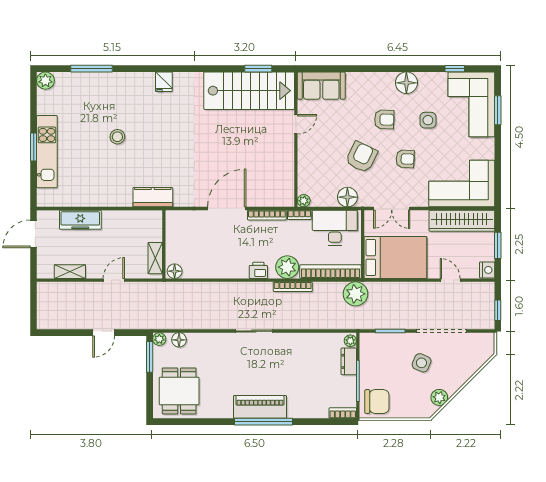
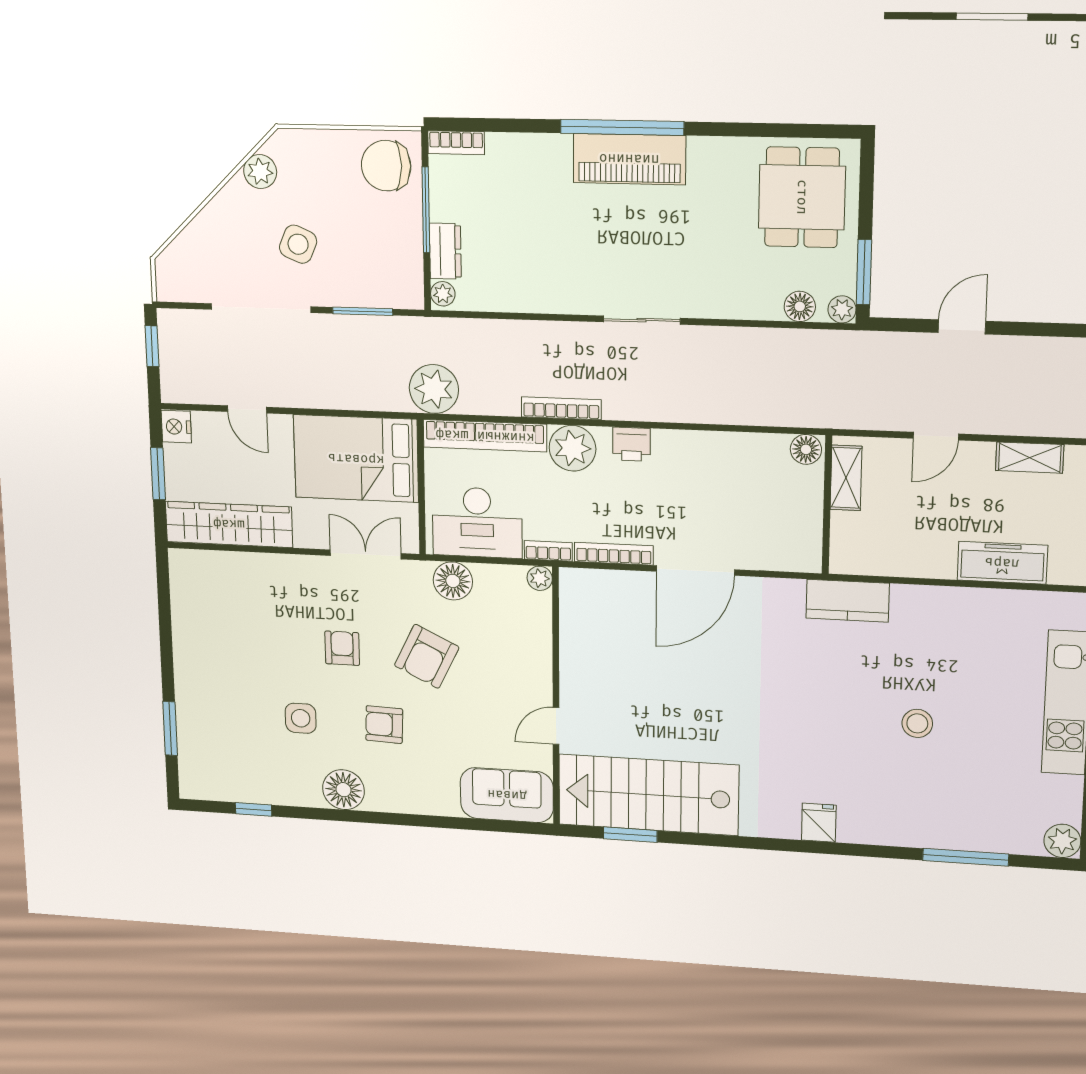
corner sofa: (471, 104) -> (220, 742), removed
armchair: (405, 159) -> (342, 648), turned 87
corner sofa: (462, 184) -> (232, 596), removed

